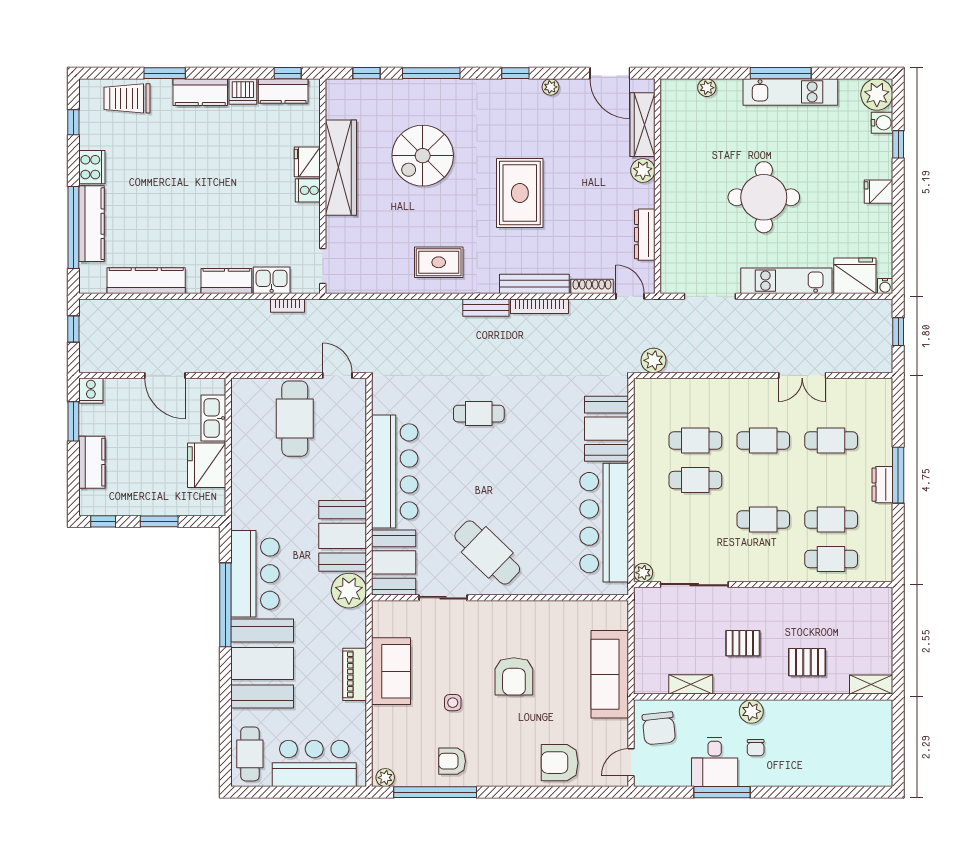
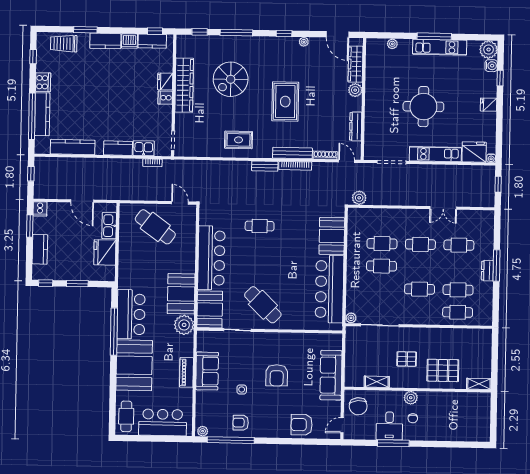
cafe table: (295, 419) -> (155, 227), turned -54
pallet: (807, 662) -> (443, 370), width x1.50, depth x1.42

